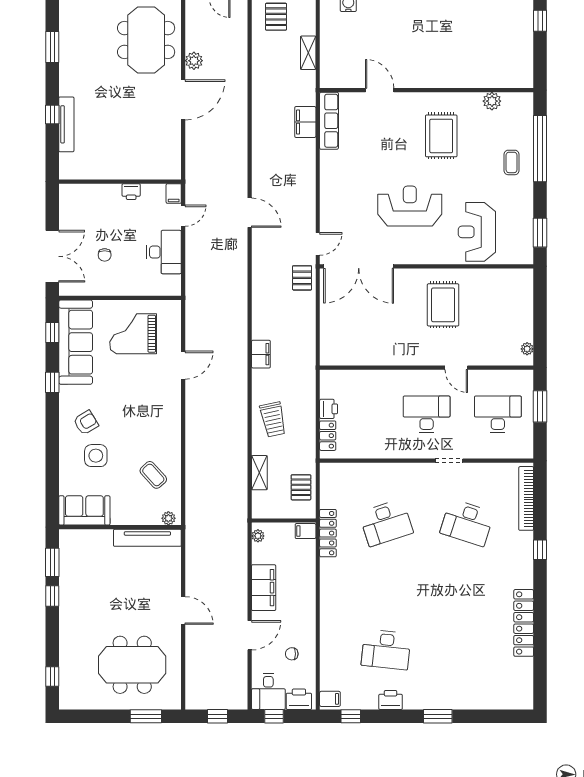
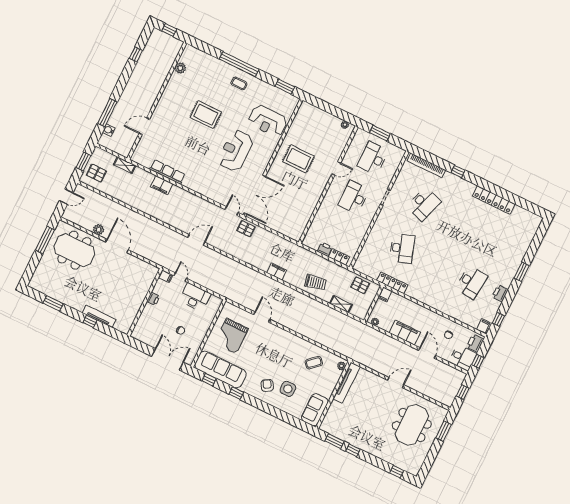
door: (380, 90) -> (144, 126), moved
wall: (427, 90) -> (157, 101), moved
plant: (492, 101) -> (180, 68), moved

